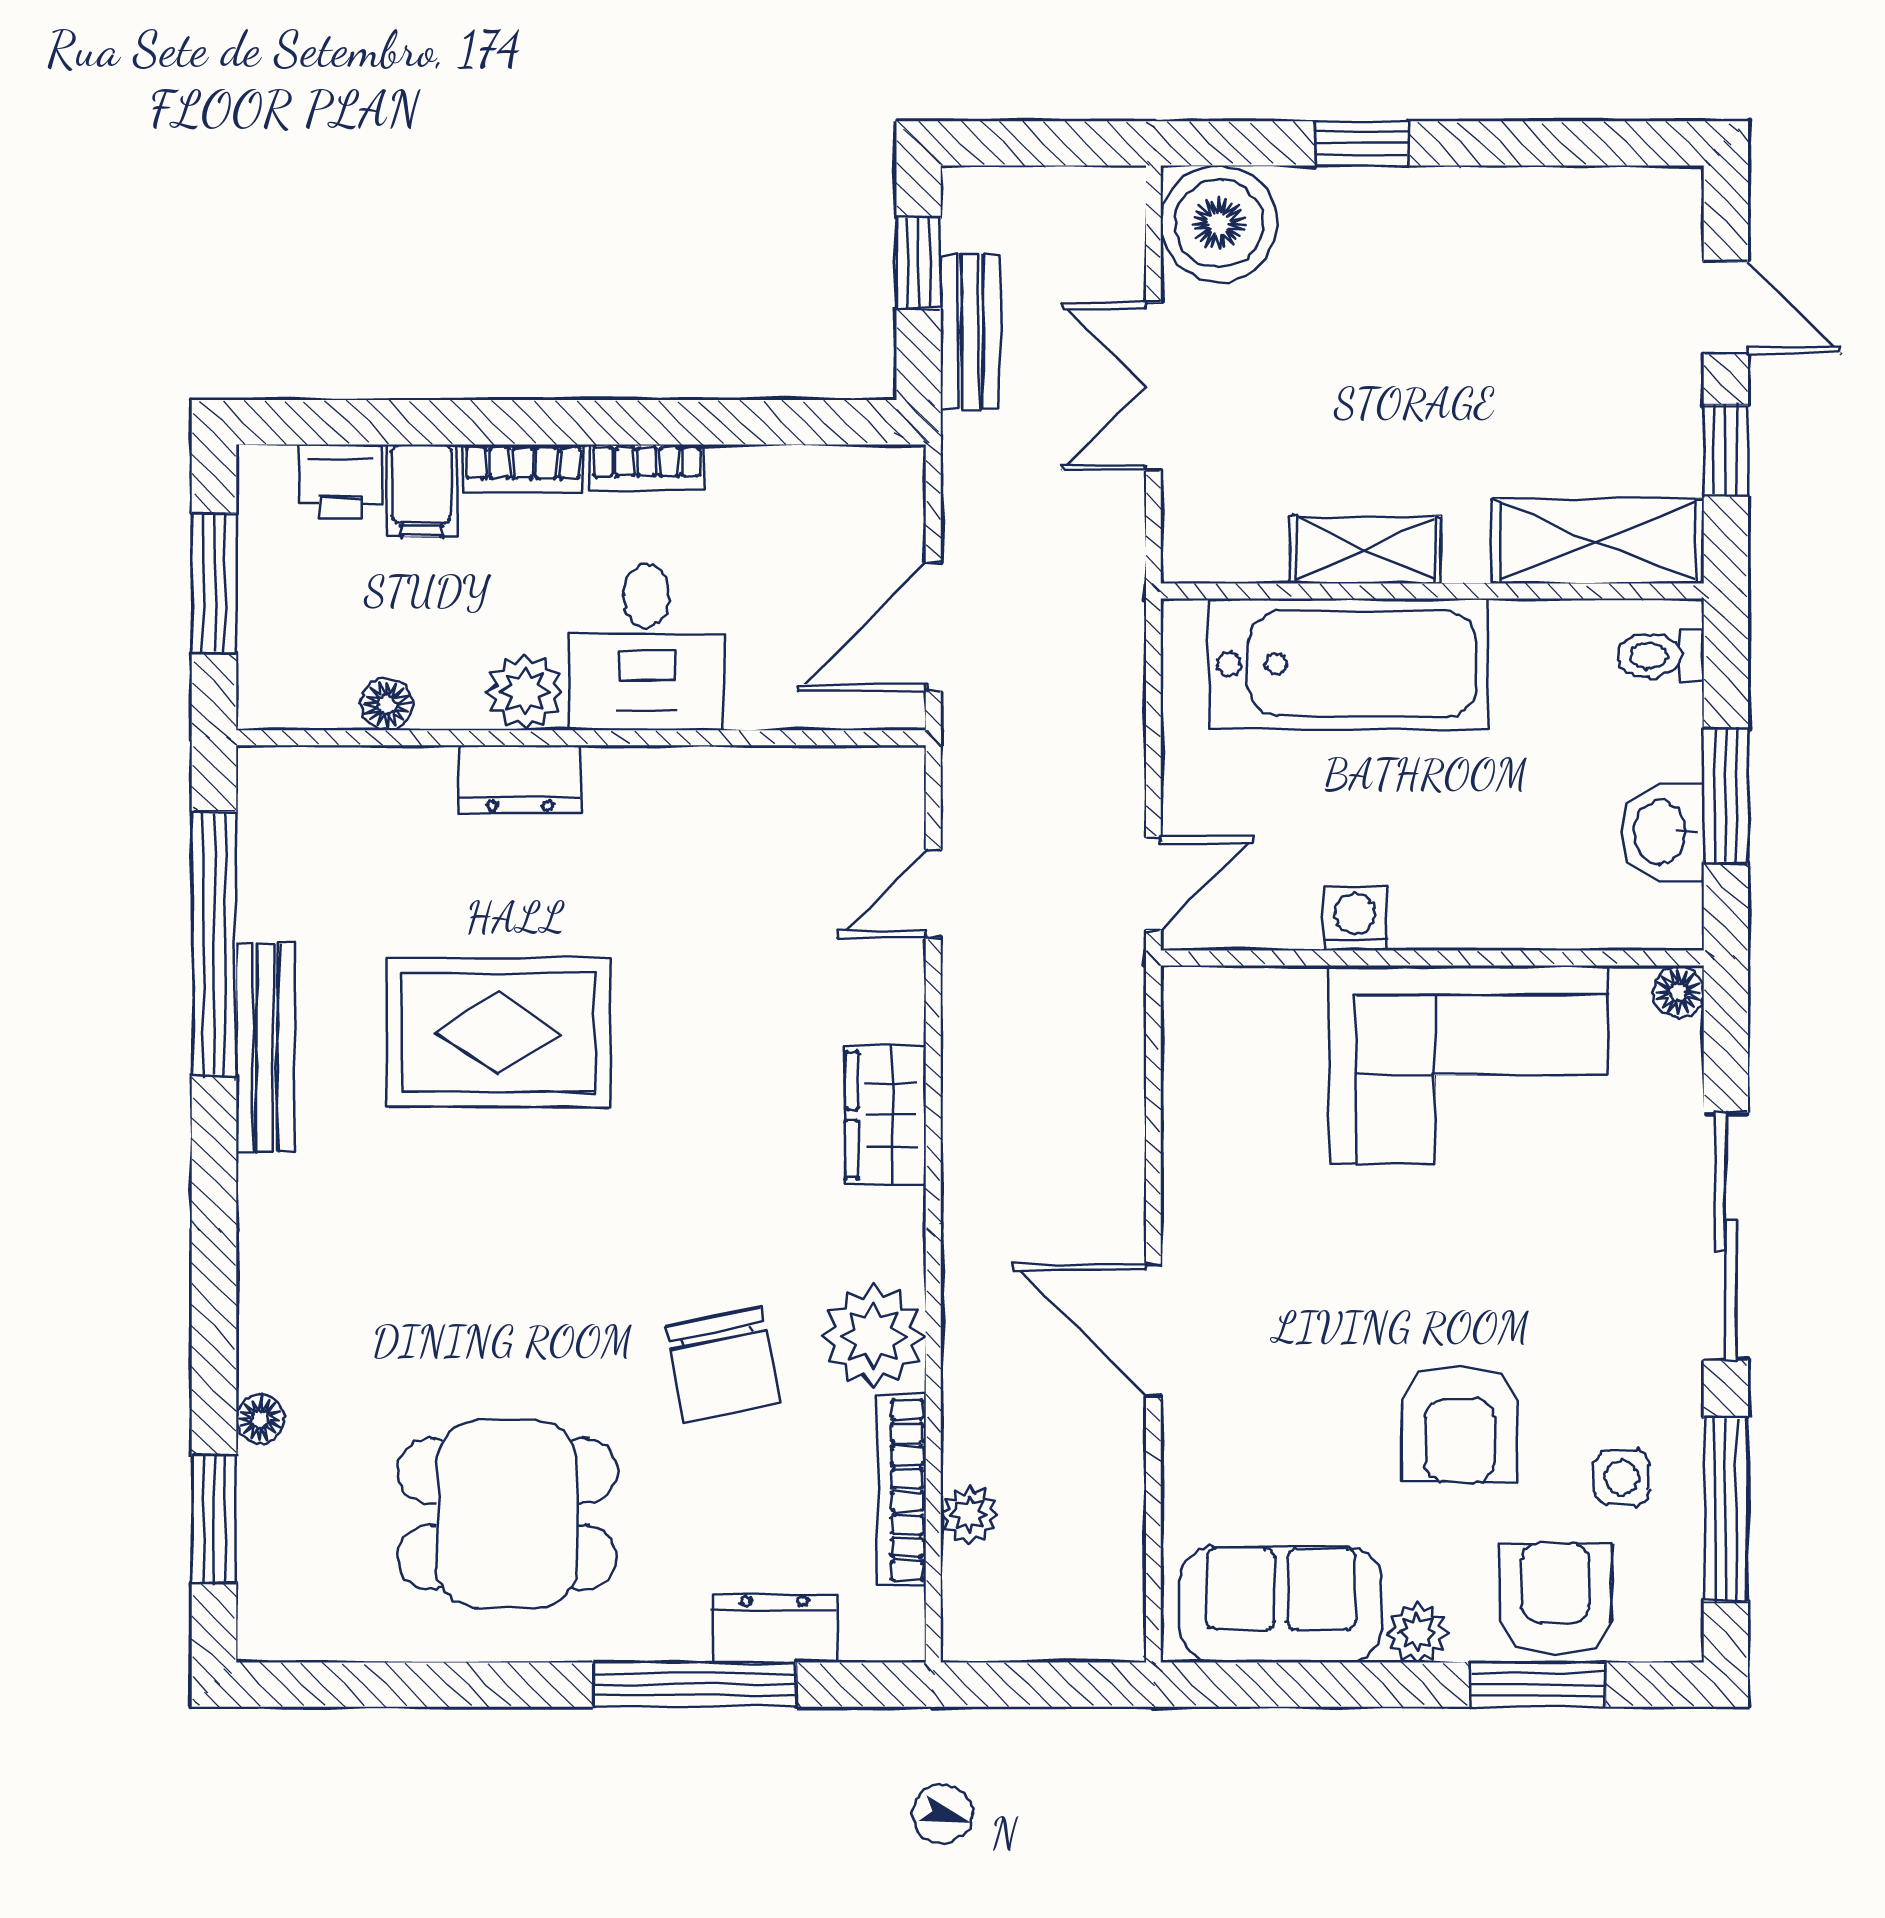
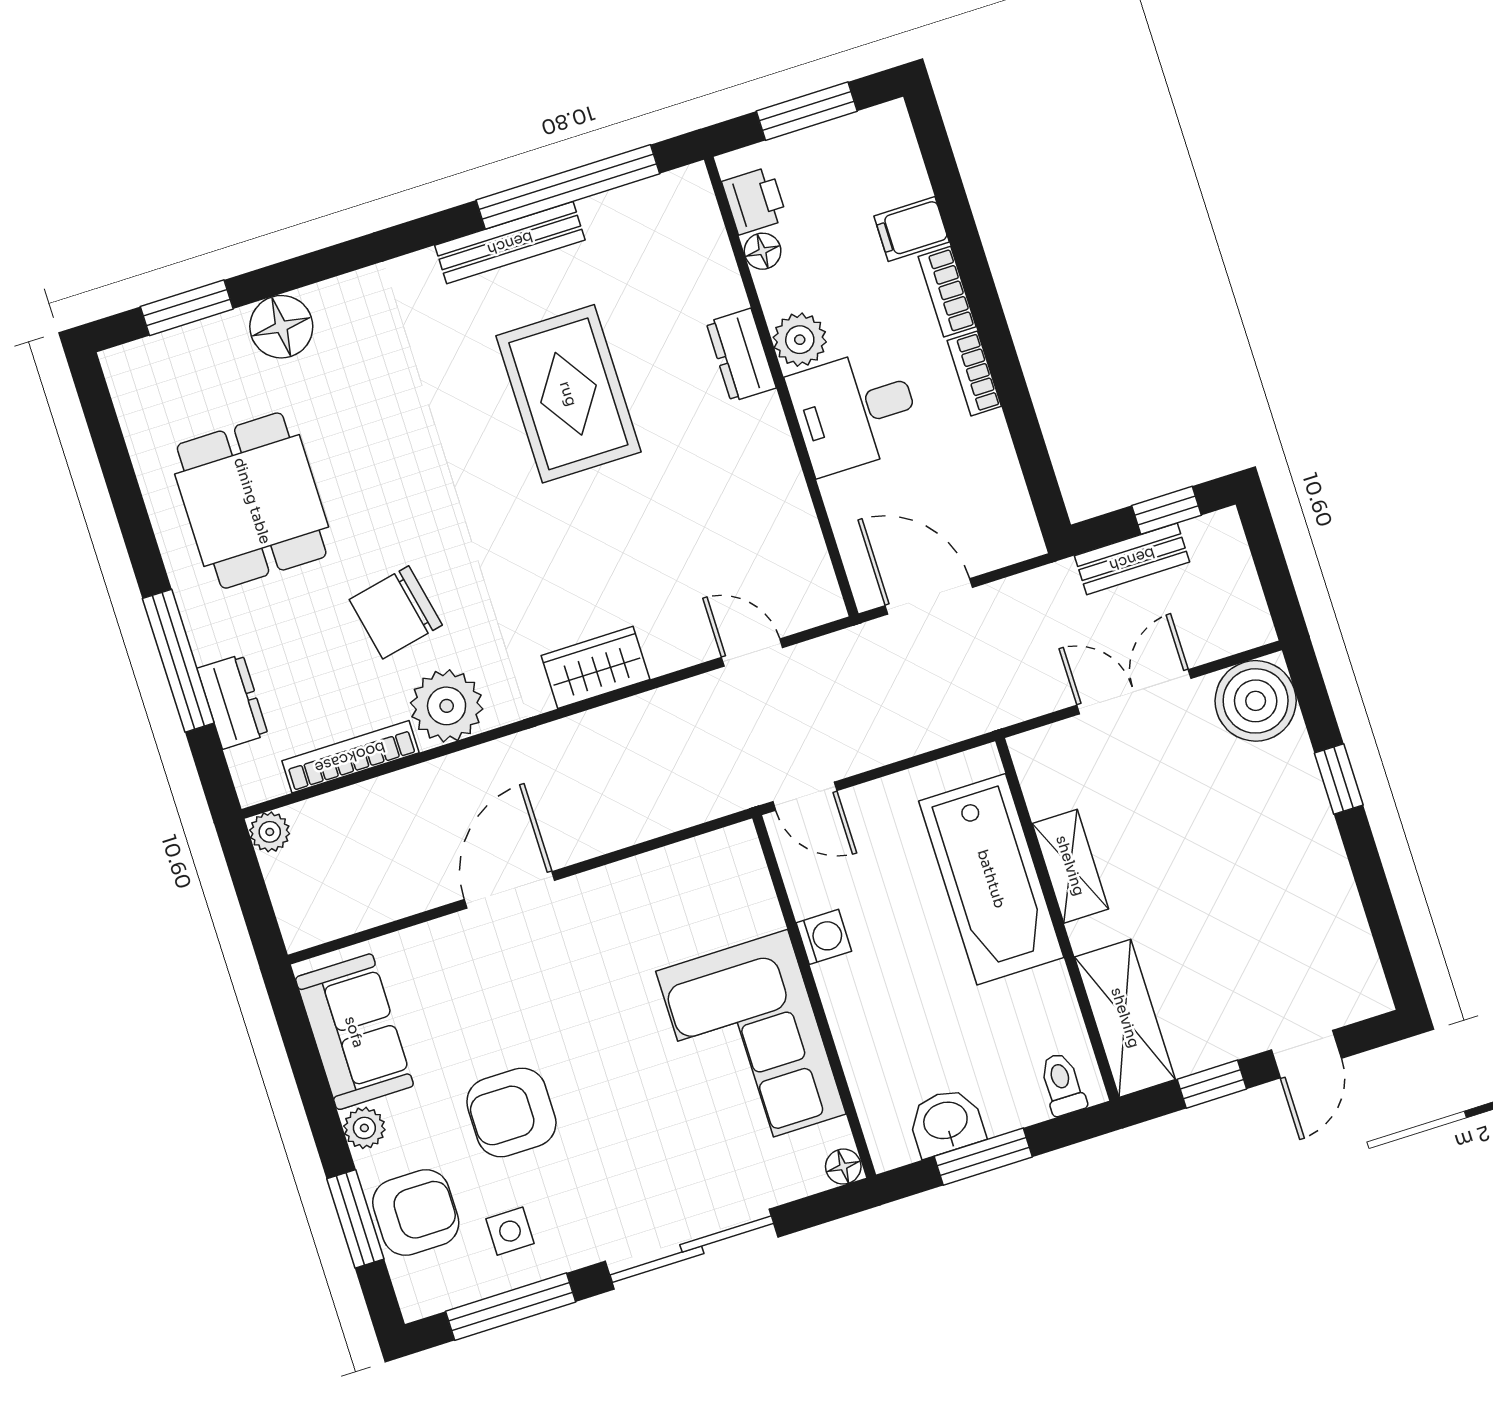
printer: (340, 481) -> (755, 201), moved, turned 180
floor lamp: (260, 1419) -> (281, 327), width x1.89, depth x1.89
plant: (969, 1515) -> (270, 832), moved

